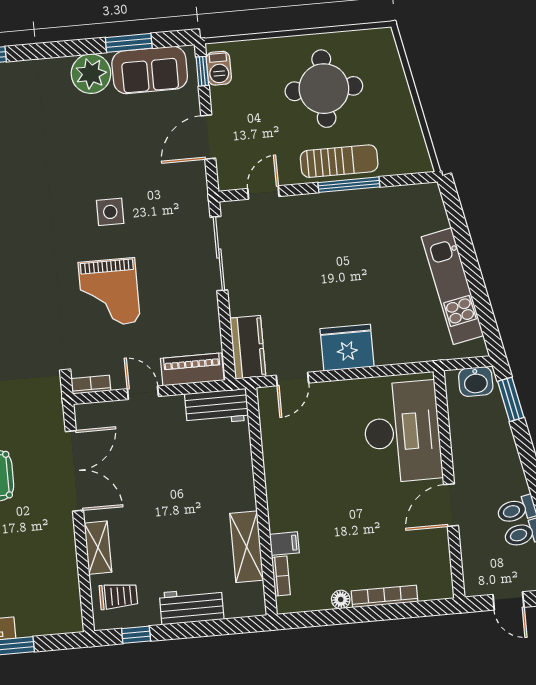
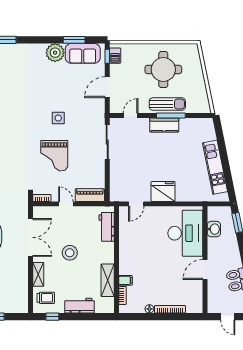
kitchen counter: (248, 347) -> (164, 125), moved, turned 90
washbasin: (476, 382) -> (214, 229), moved, turned -90
workbench: (217, 407) -> (107, 227), moved, turned 90
stool: (161, 496) -> (70, 253), added

